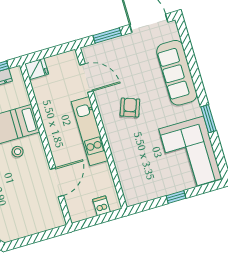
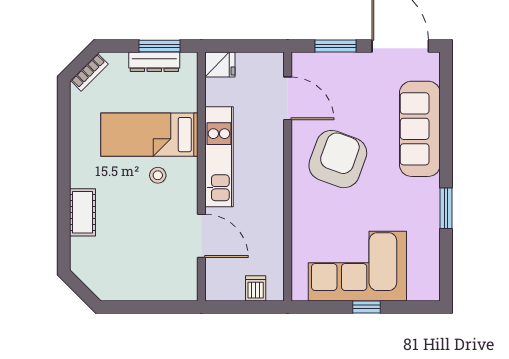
armchair: (130, 107) -> (338, 159), width x1.88, depth x1.88
kitchen unit: (90, 131) -> (219, 157), moved, turned 180
corner sofa: (190, 154) -> (357, 266), moved, turned 90
door: (57, 182) -> (201, 236), hinge flipped

